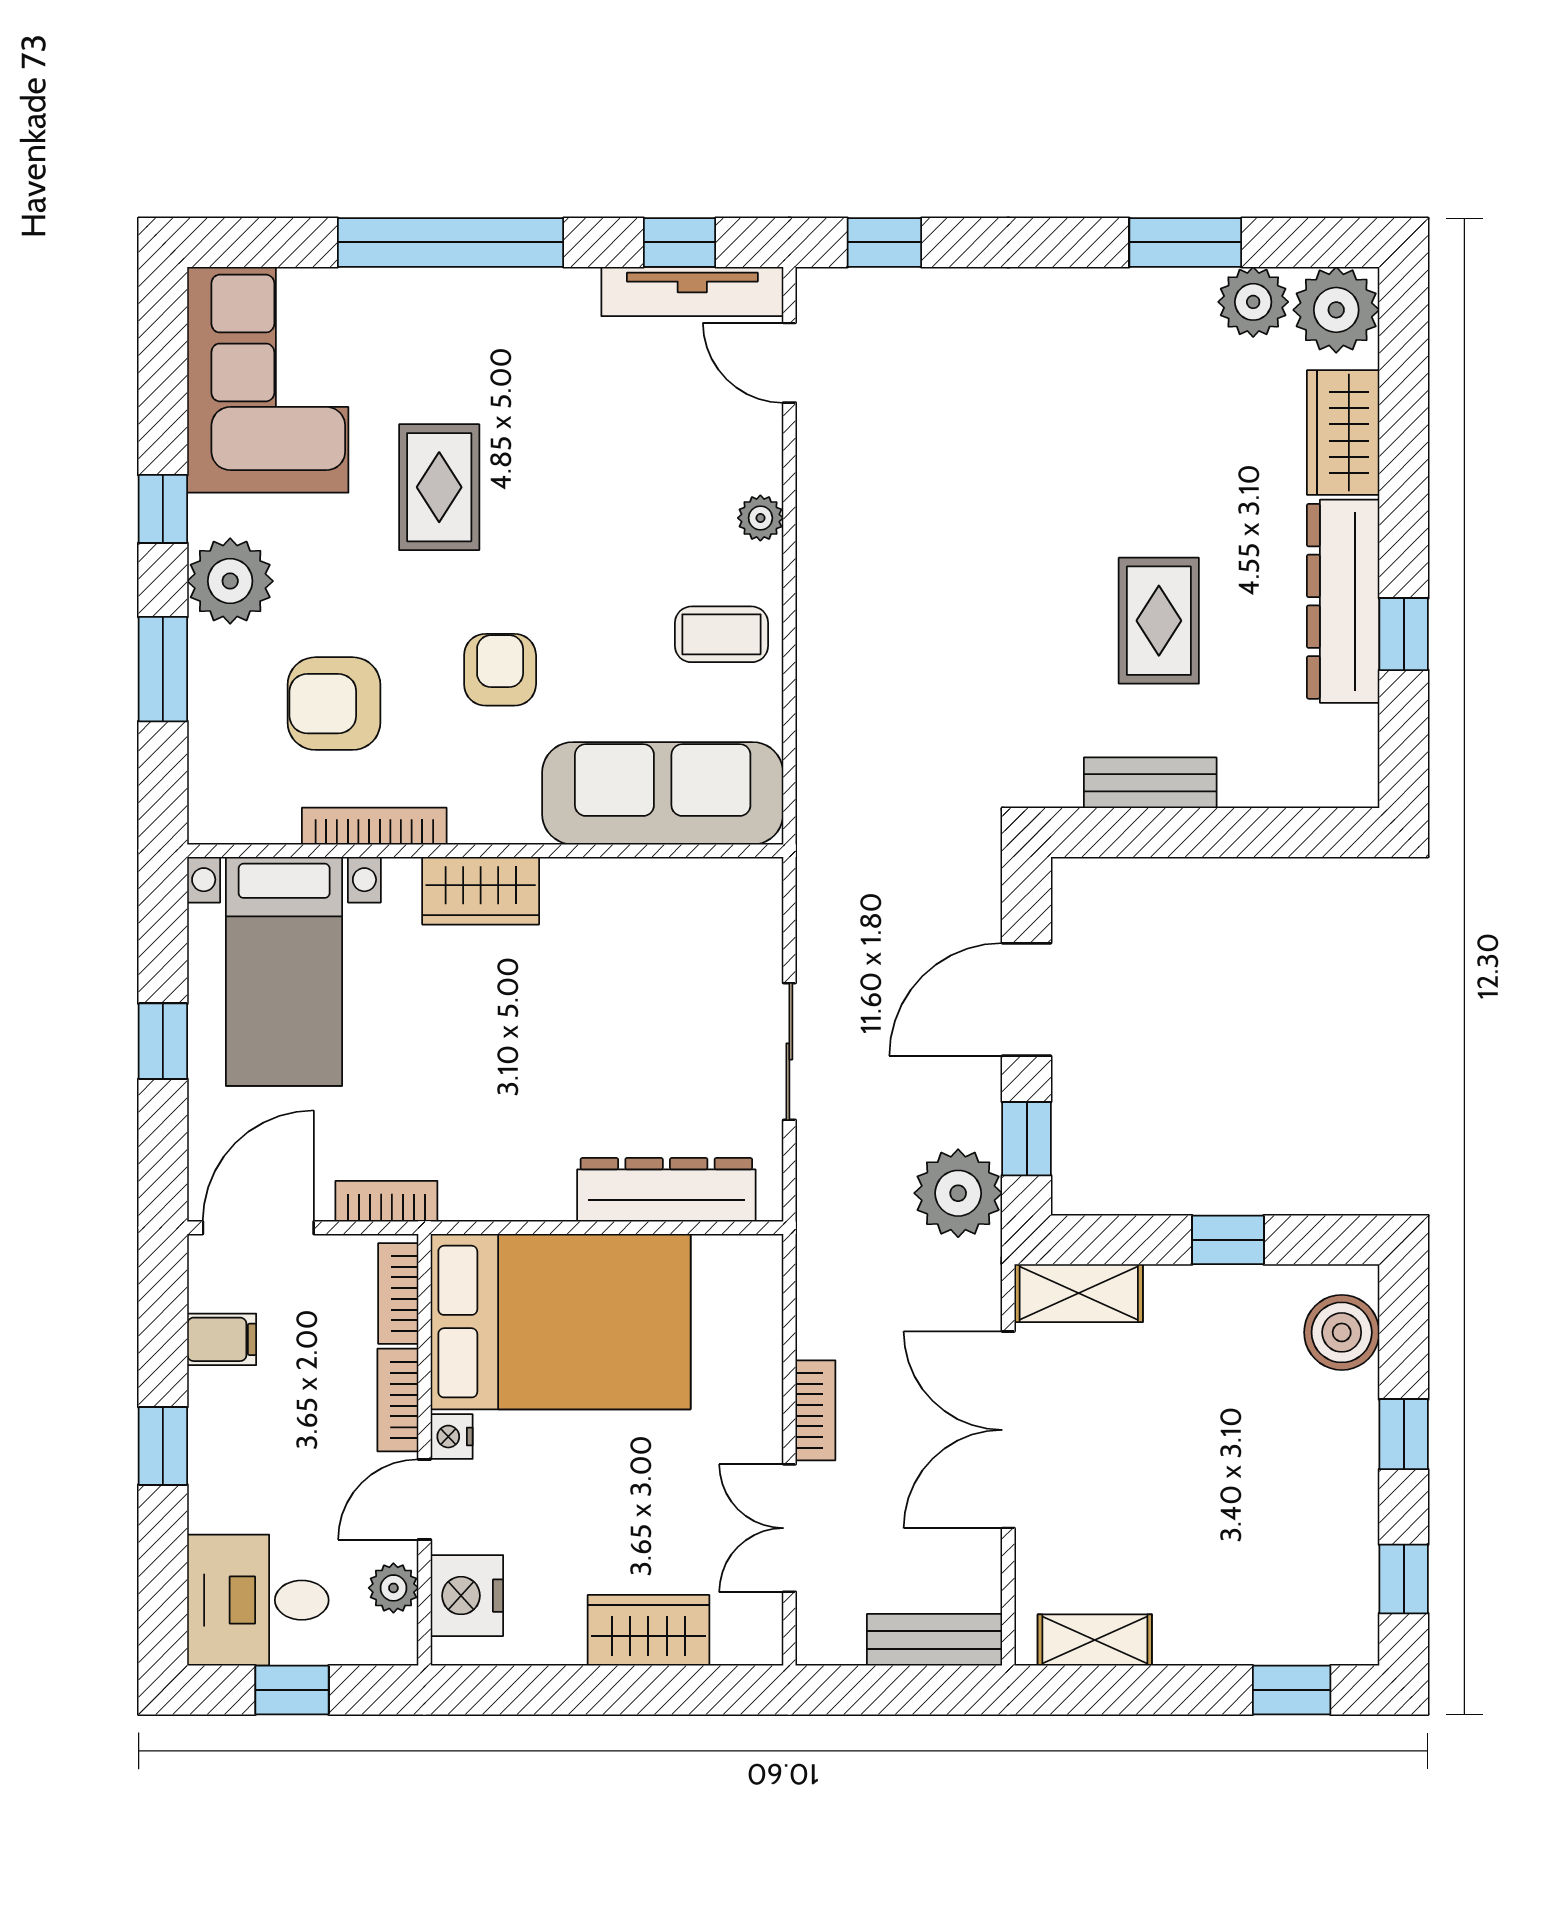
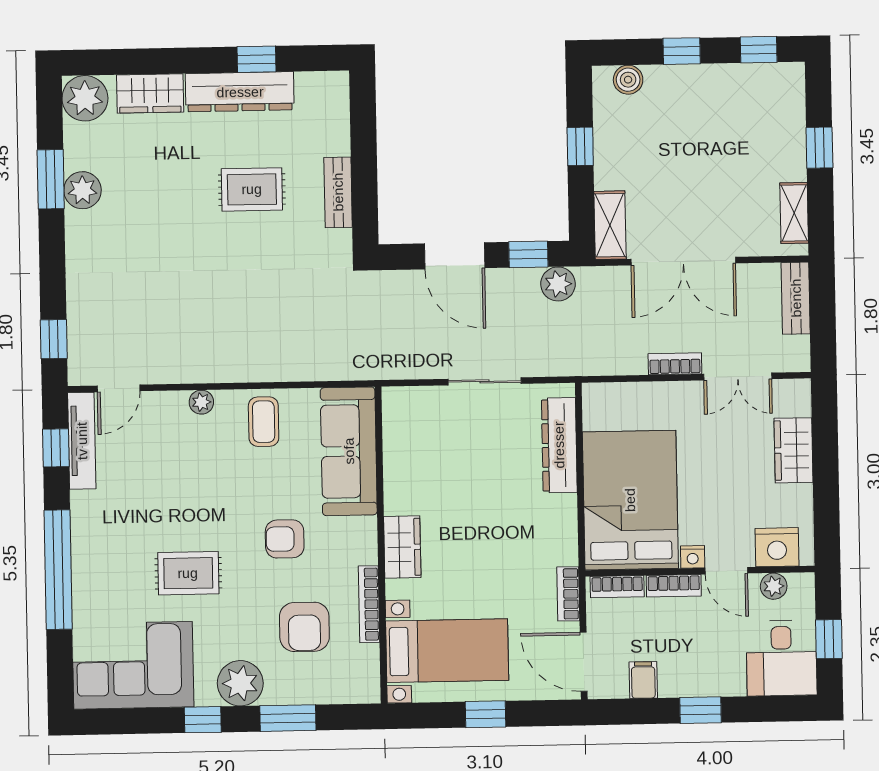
plant: (1253, 302) -> (82, 190), moved
plant: (958, 1193) -> (558, 284), width x0.73, depth x0.73
boiler: (1342, 1332) -> (628, 80), width x0.73, depth x0.73
window: (1292, 1690) -> (819, 148), moved

